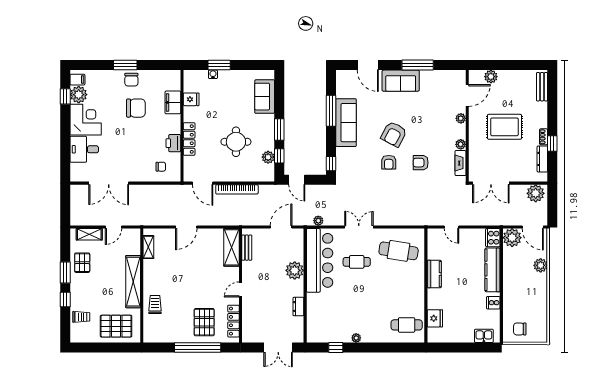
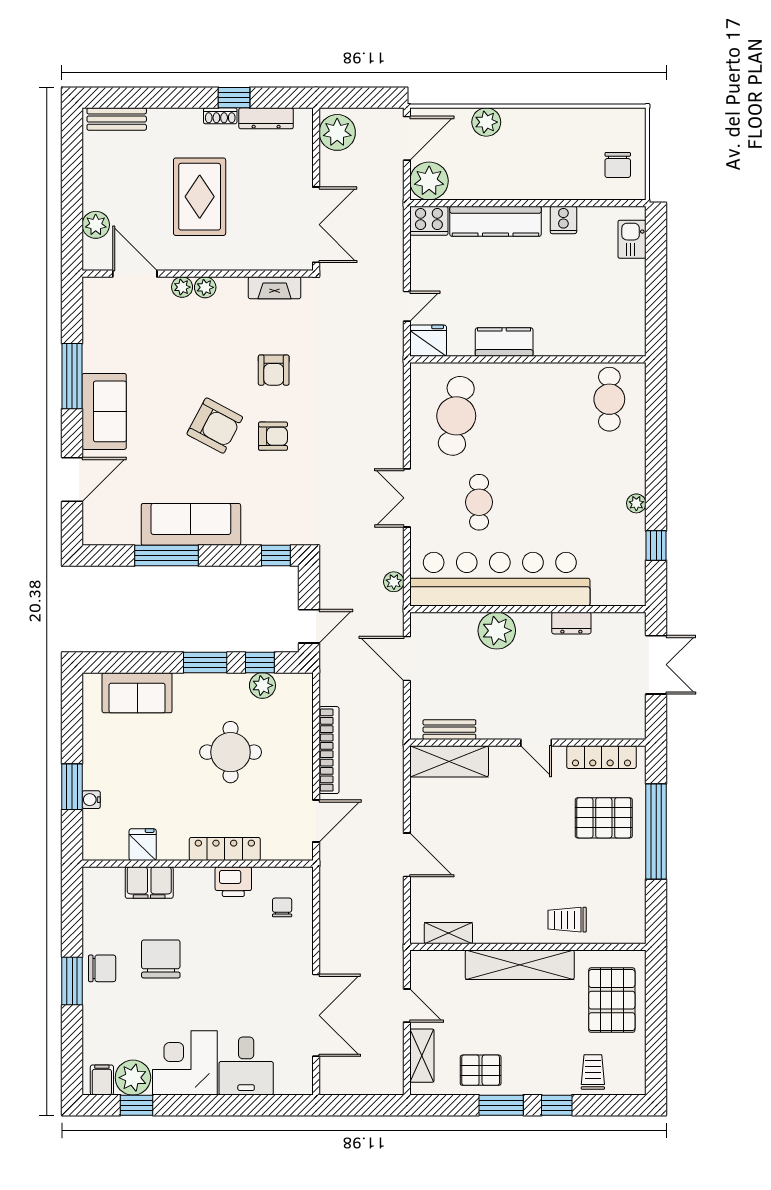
plant: (461, 144) -> (205, 287), moved
bar counter: (320, 260) -> (500, 579), width x1.36
fridge: (435, 318) -> (428, 341), moved

